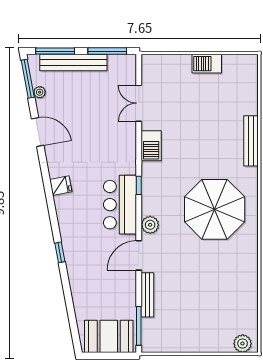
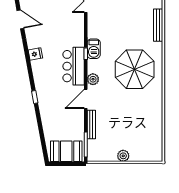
barbecue: (151, 146) -> (94, 49), moved
plant: (243, 344) -> (123, 156), moved

